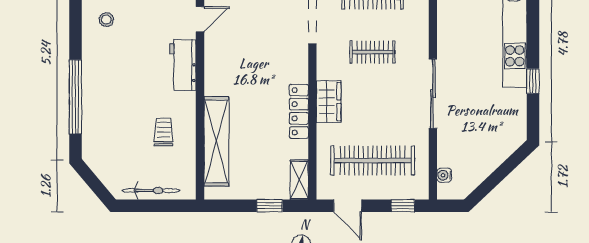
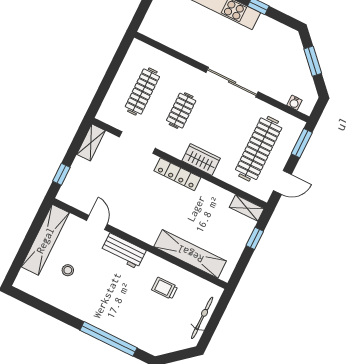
stool: (106, 20) -> (68, 270), moved
locker: (299, 111) -> (177, 174), moved
window: (501, 173) -> (313, 61), added
window: (403, 206) -> (302, 143), width x1.50

